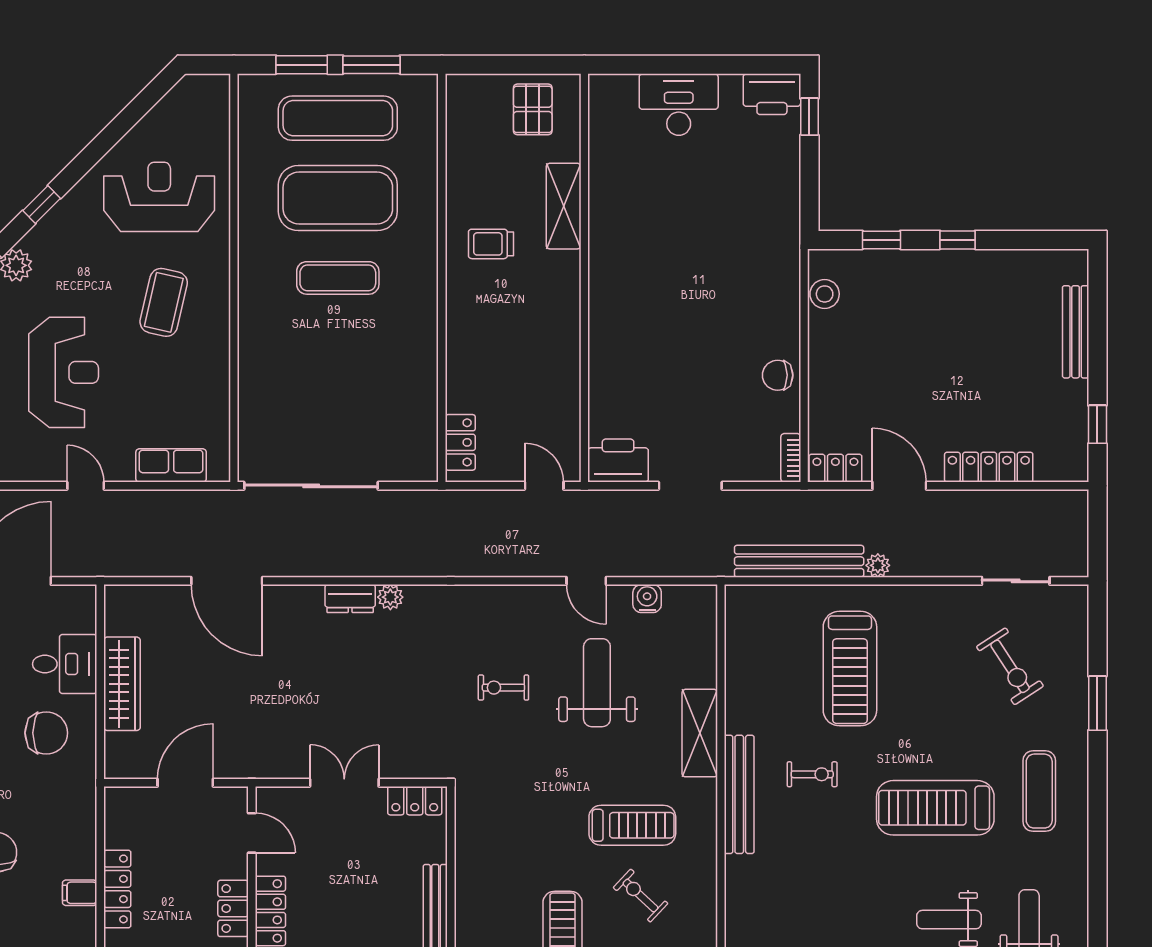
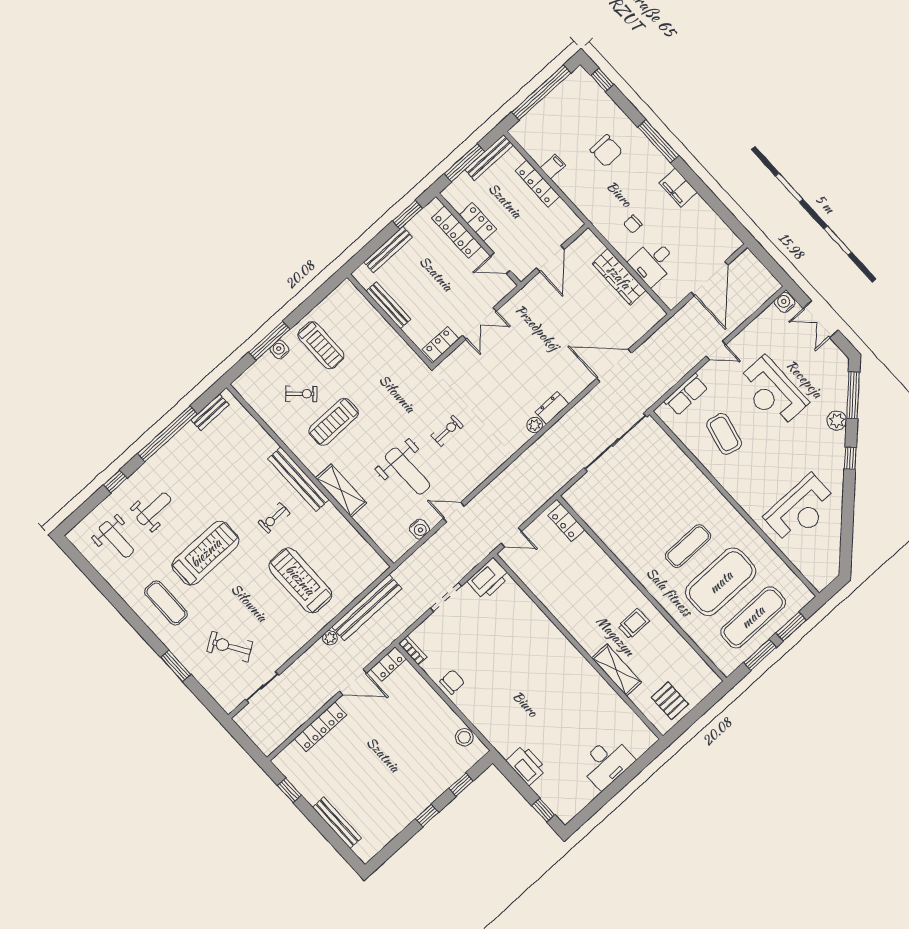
printer: (772, 94) -> (526, 765), moved, turned 90
coffee table: (164, 302) -> (724, 434), moved
chair: (46, 733) -> (633, 224), width x0.54, depth x0.54

